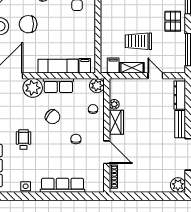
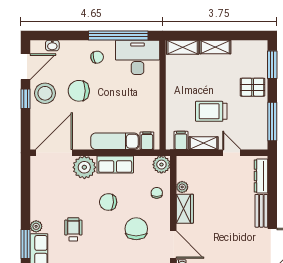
pallet: (173, 21) -> (253, 87), turned 90
chair: (53, 117) -> (108, 202), turned 145
chair: (76, 139) -> (136, 229), width x1.87, depth x1.87

